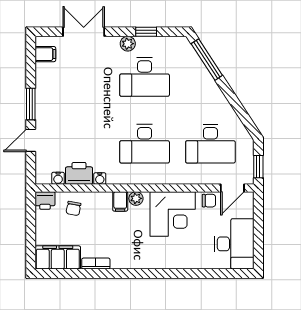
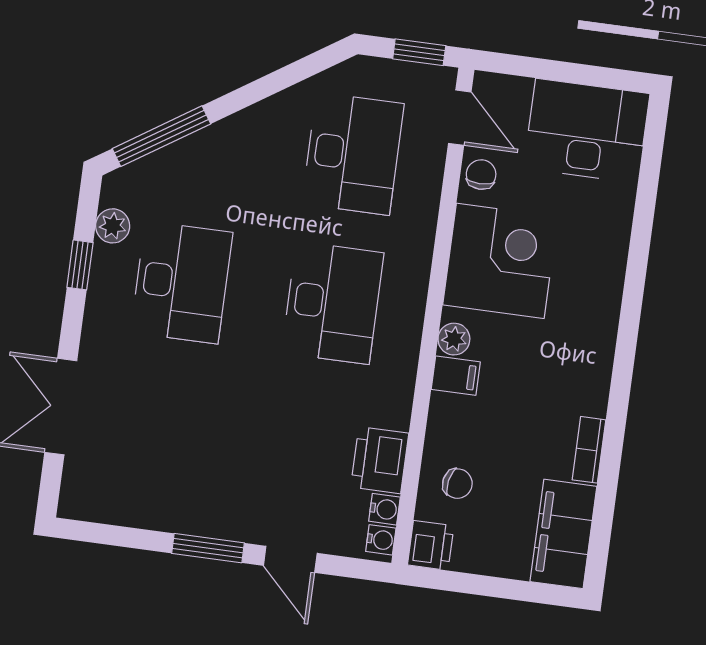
plant: (128, 44) -> (113, 226), moved
filing cabinet: (45, 54) -> (100, 500), removed
water cooler: (100, 179) -> (381, 540), moved

